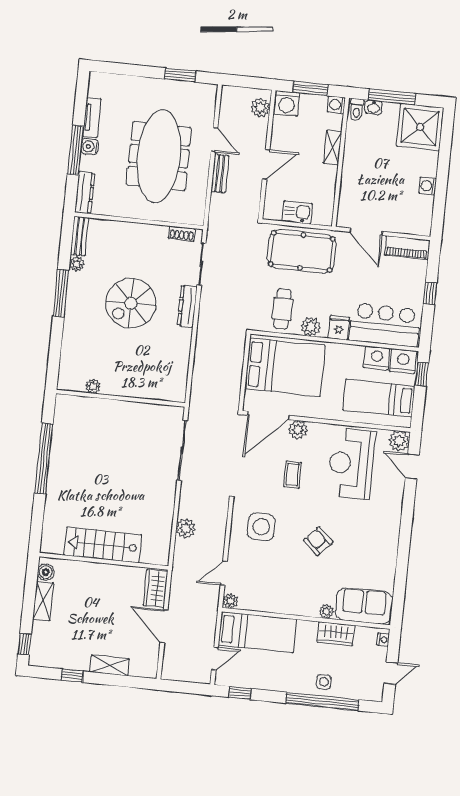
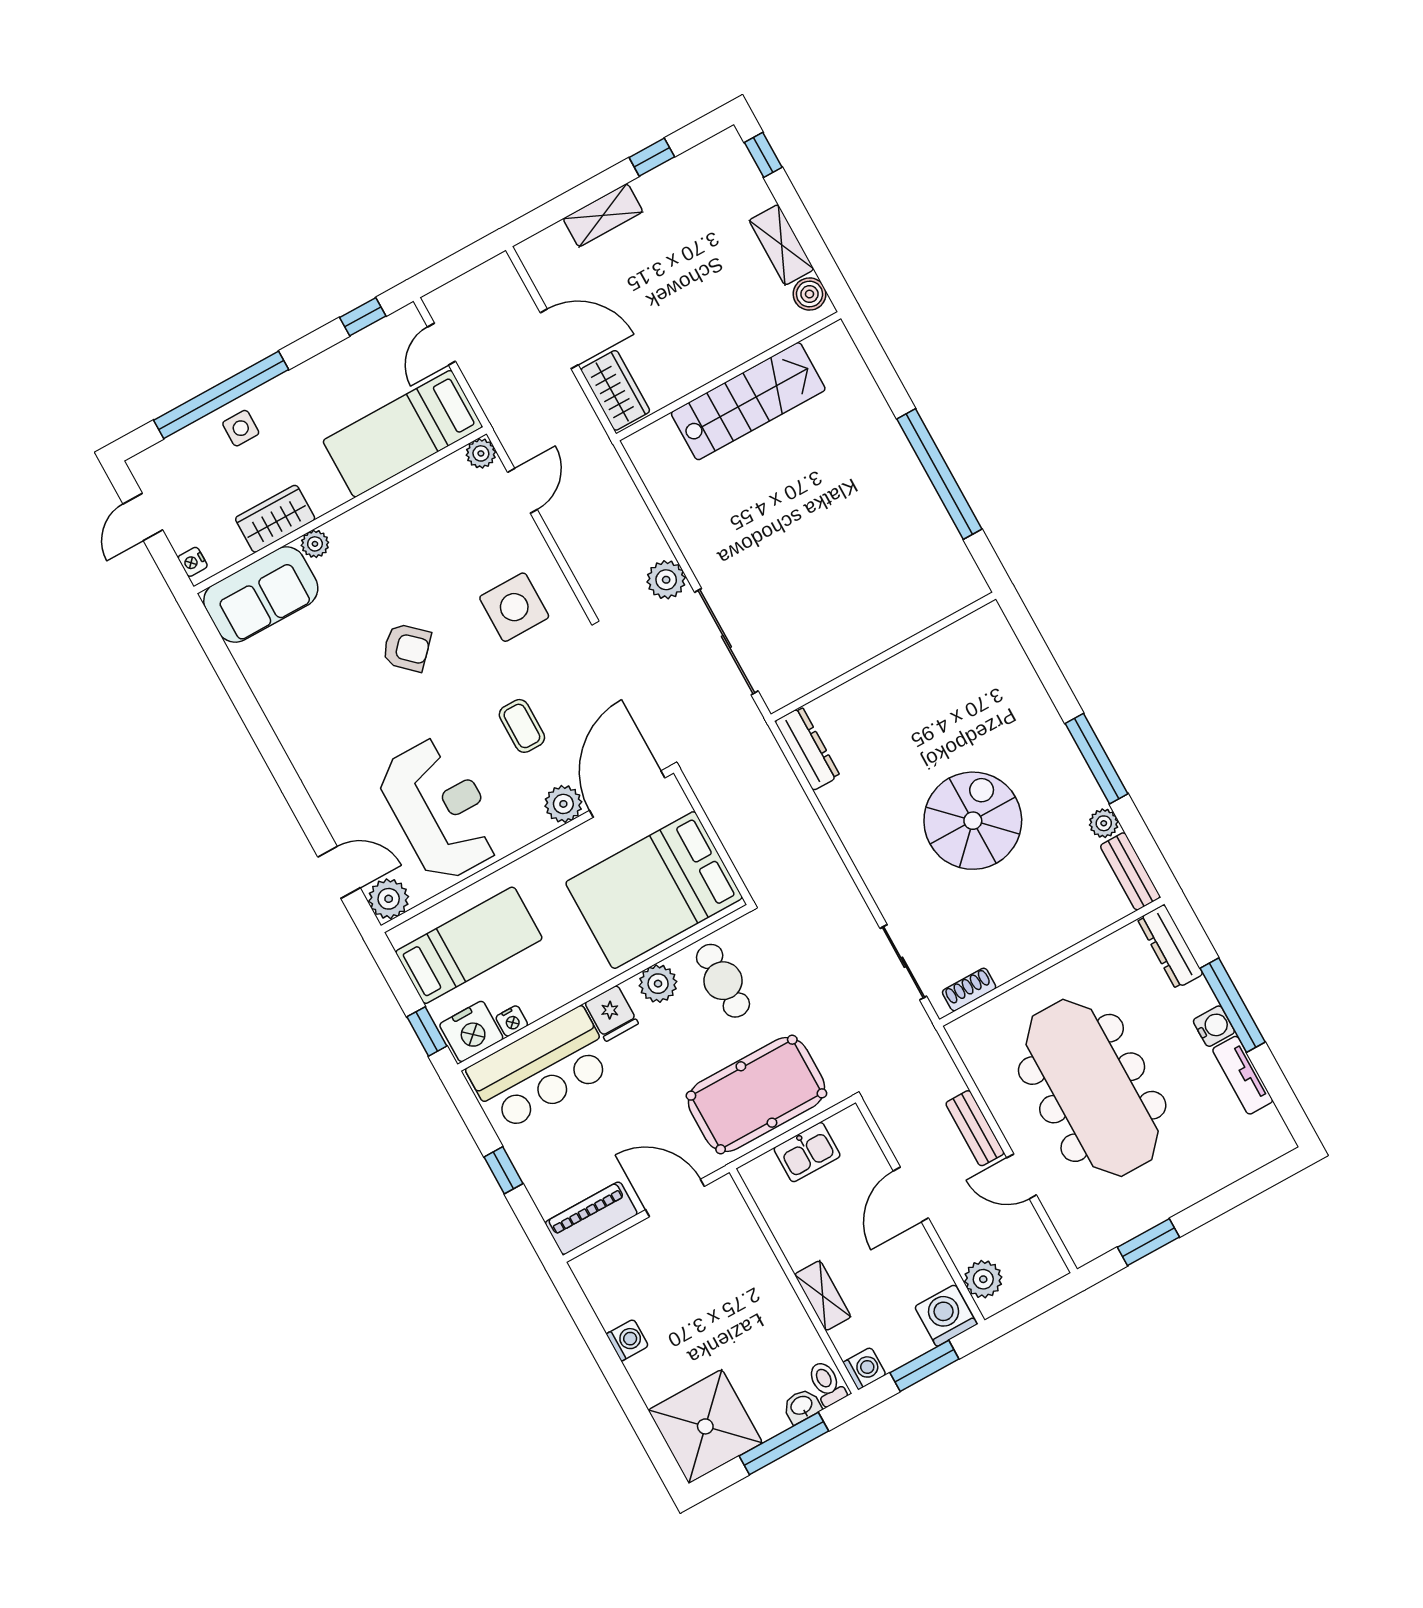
dresser: (187, 306) -> (807, 748), moved
nightstand: (377, 358) -> (512, 1021), width x0.53, depth x0.56
plant: (93, 386) -> (941, 645), removed
plant: (186, 528) -> (666, 580), moved

